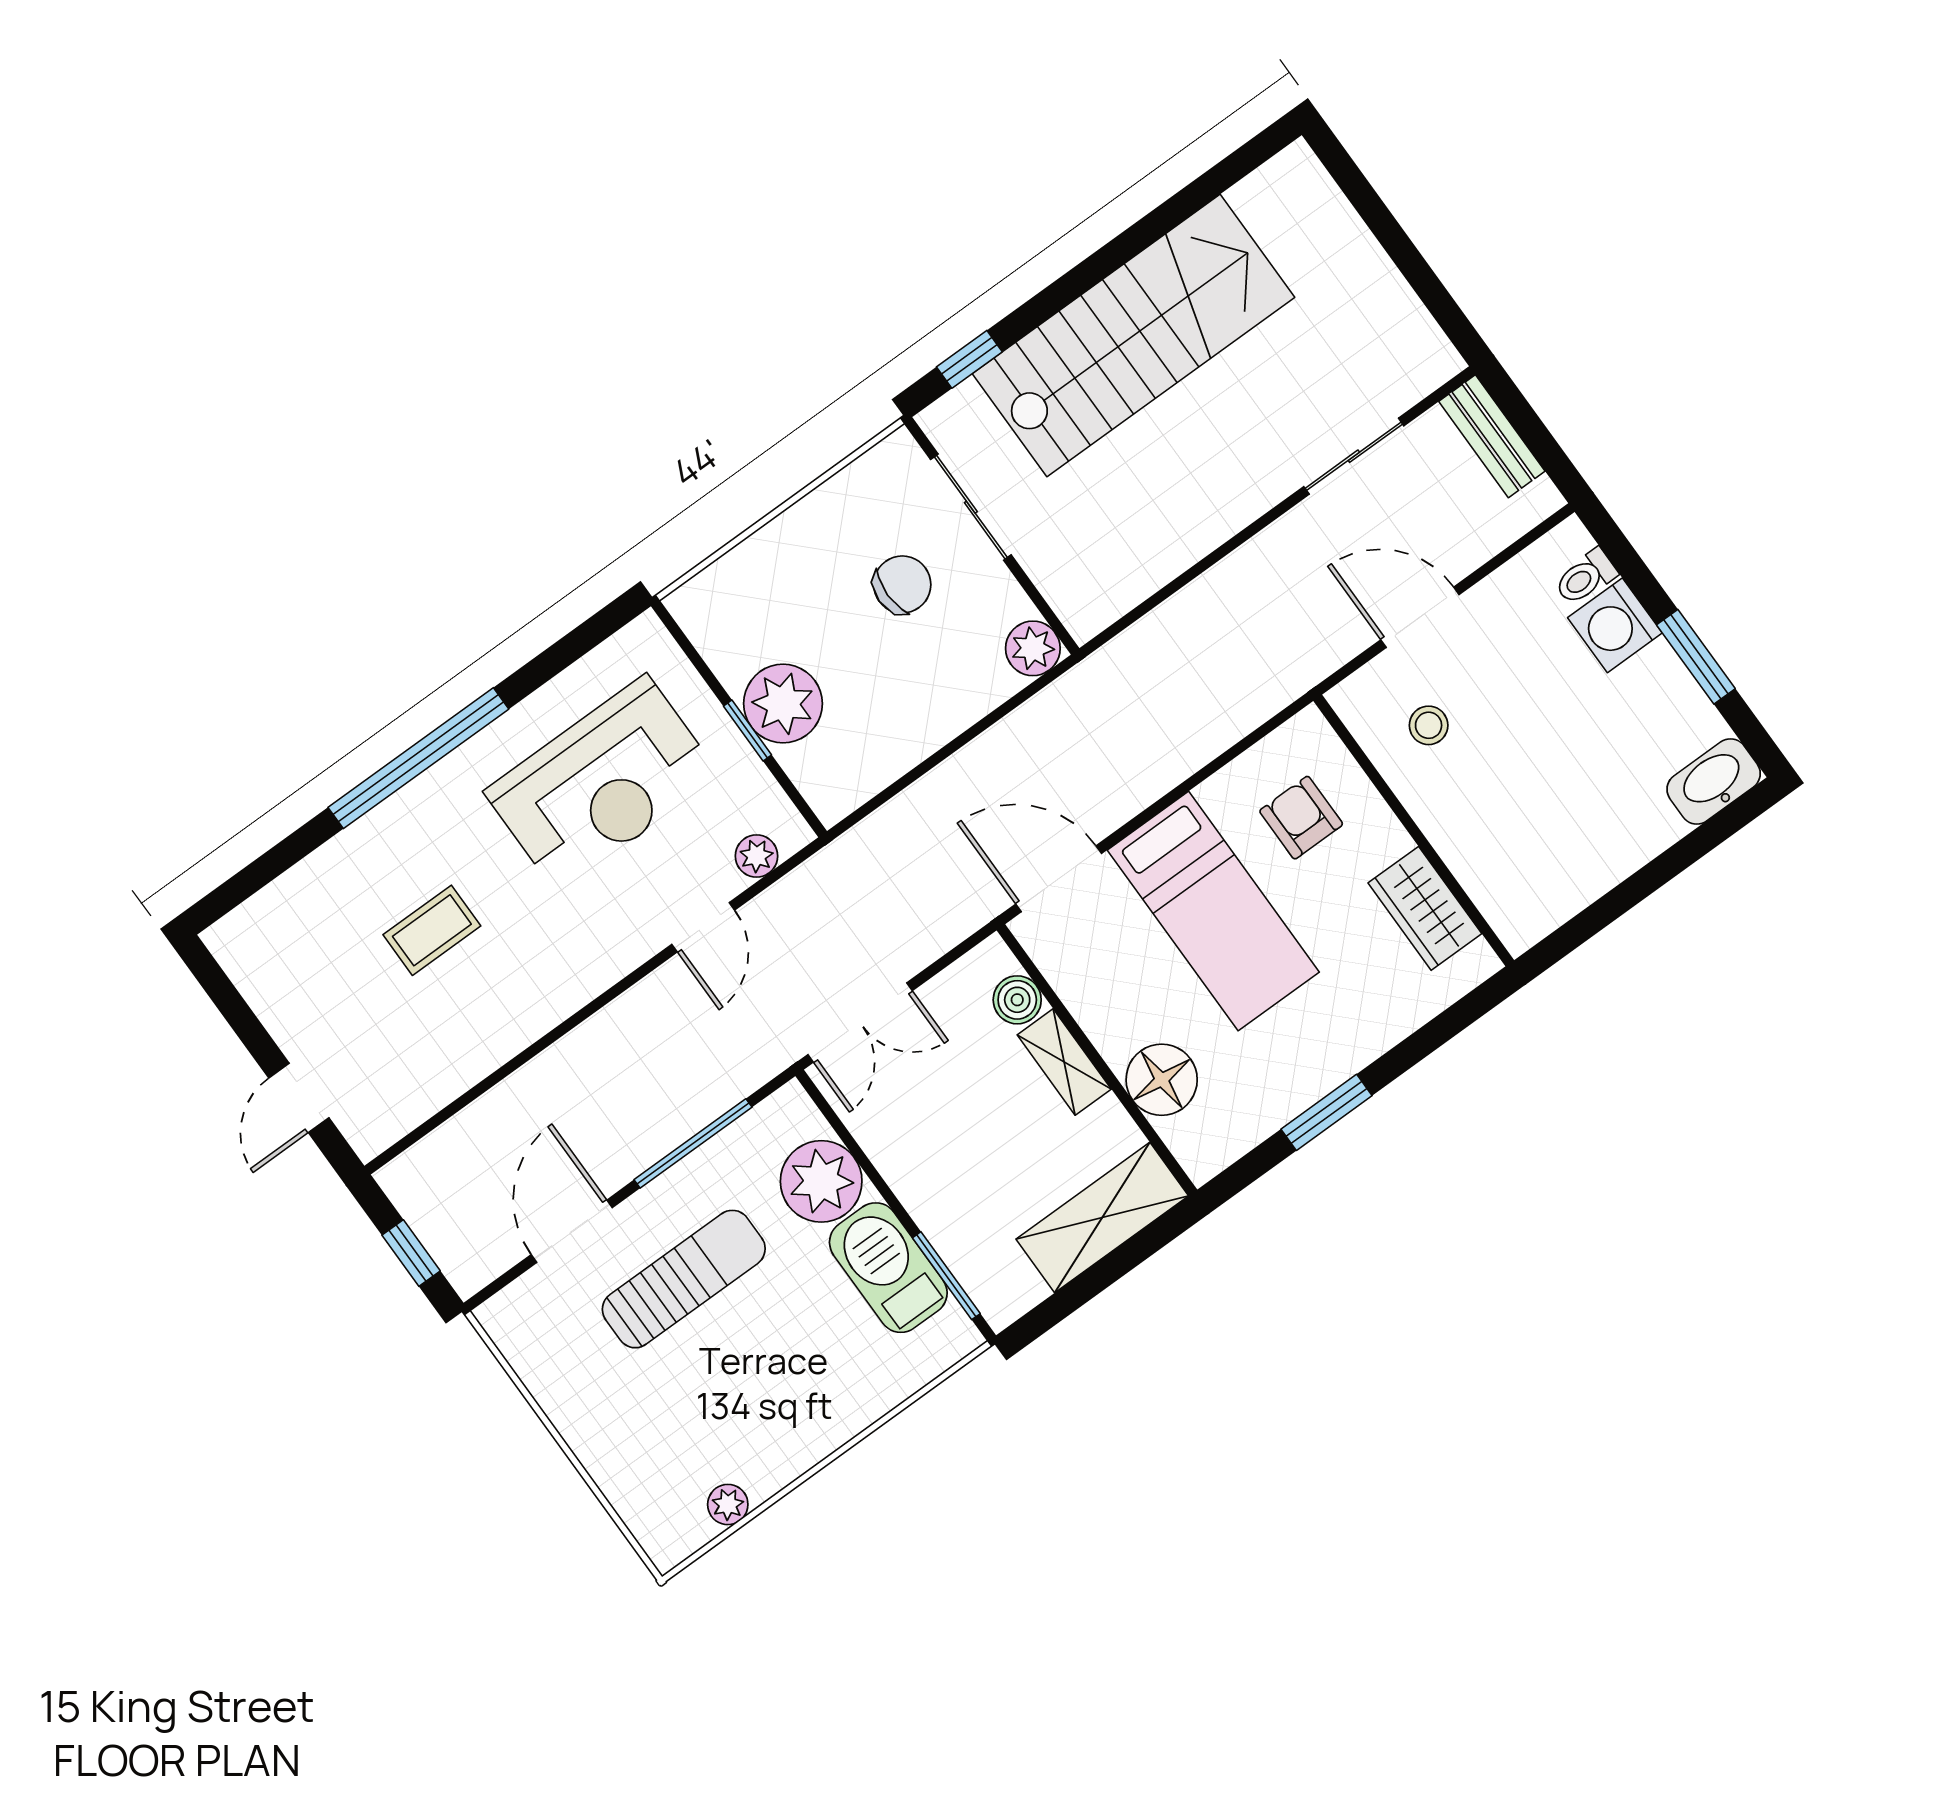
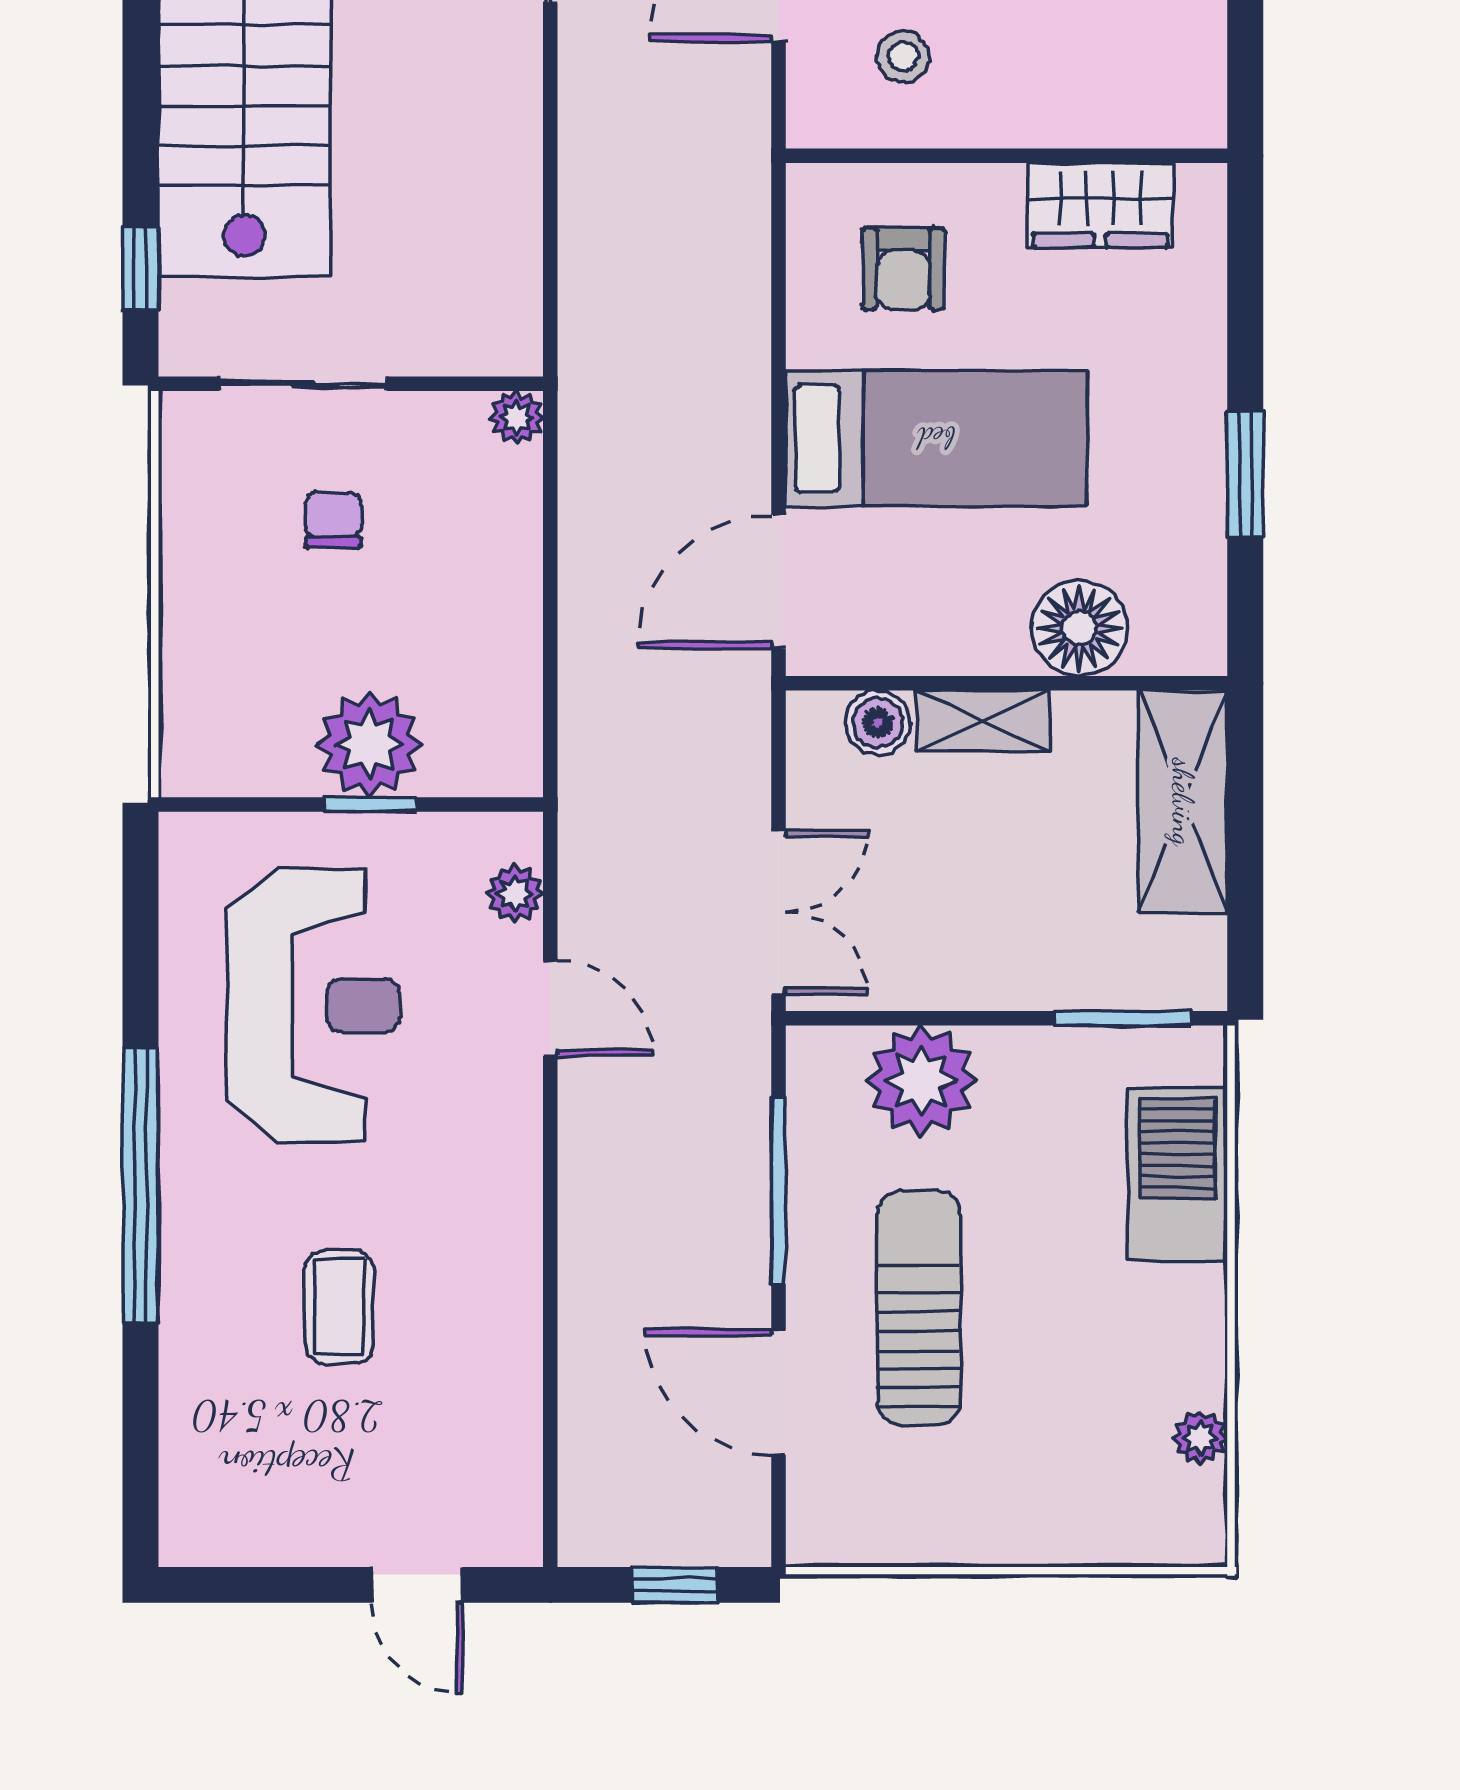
chair: (902, 585) -> (333, 520), width x0.73, depth x0.73
plant: (1033, 648) -> (516, 418), width x0.73, depth x0.73
armchair: (1301, 818) -> (903, 269), turned -90
barbecue: (888, 1268) -> (1178, 1175), moved, turned 90

